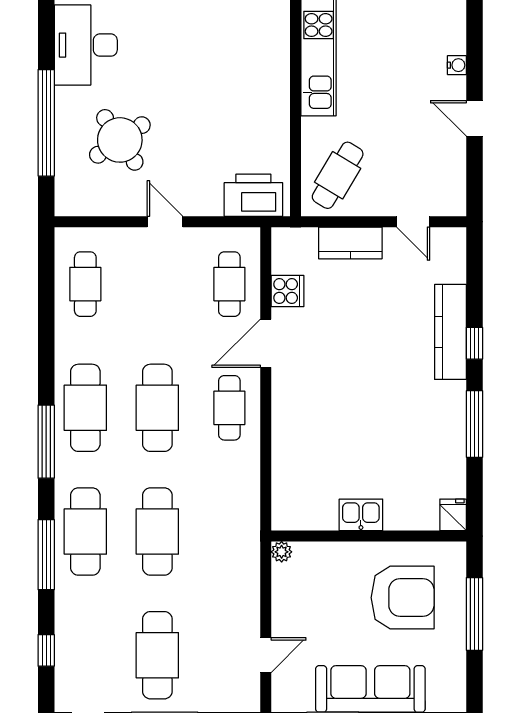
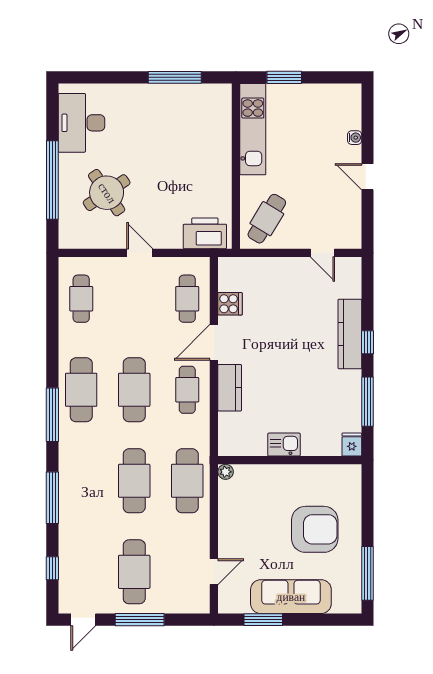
kitchen counter: (350, 243) -> (230, 388), moved, turned -90
kitchen sink: (361, 515) -> (284, 445), moved
fridge: (453, 515) -> (352, 445), moved
cafe table: (85, 532) -> (187, 481), moved
wall: (369, 536) -> (290, 460), moved
plant: (282, 552) -> (226, 472), moved
window: (474, 614) -> (368, 573), moved

